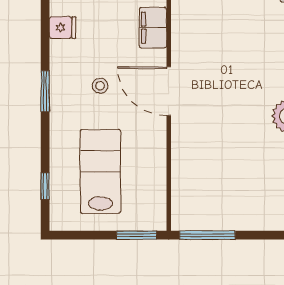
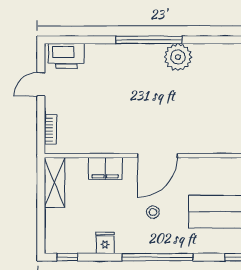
window: (45, 91) -> (157, 257), width x2.11

